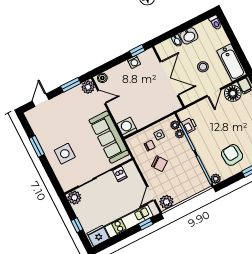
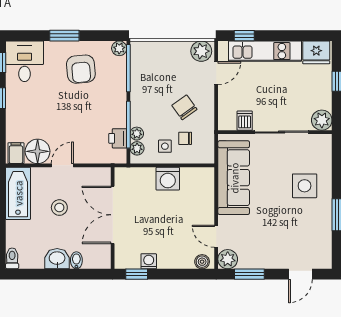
washing machine: (127, 127) -> (168, 179), moved

